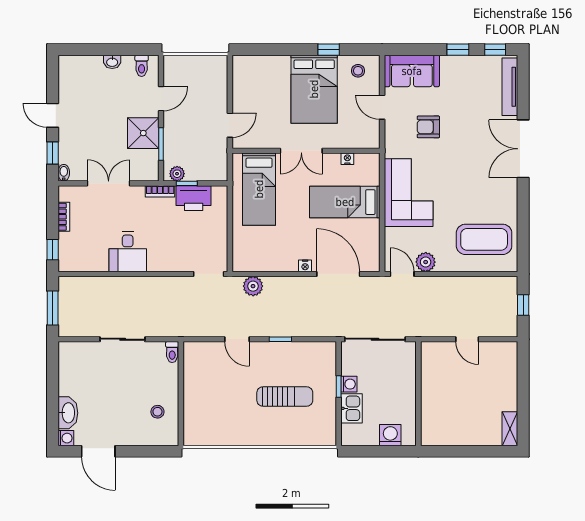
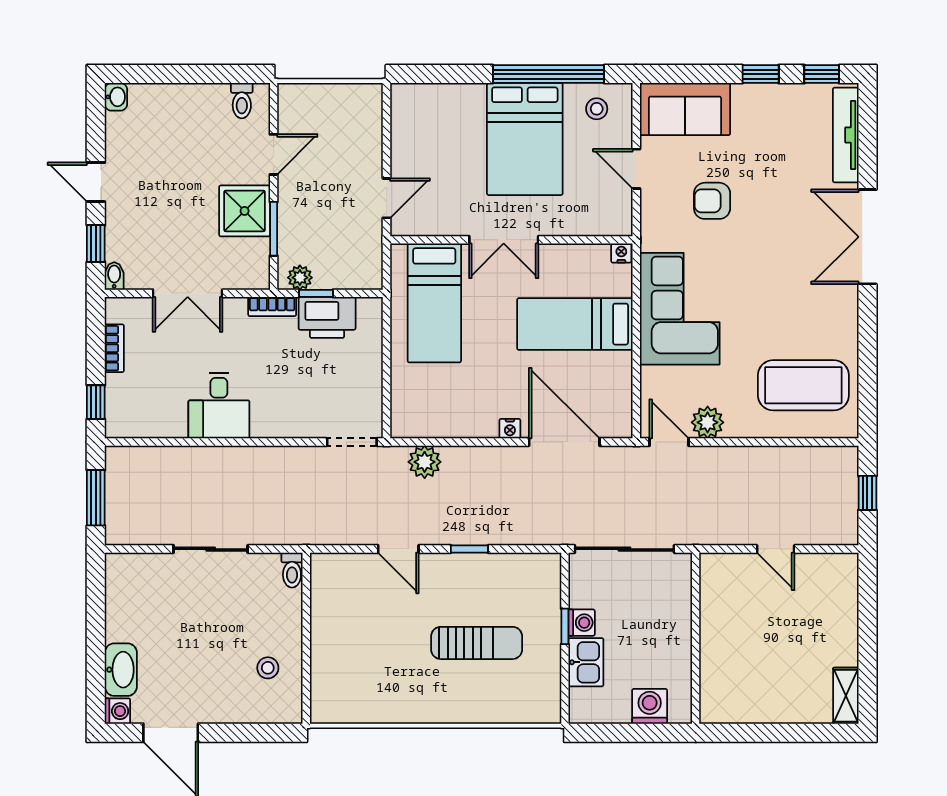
window: (329, 50) -> (548, 74), width x3.17
washbasin: (112, 62) -> (116, 97), moved, turned -90
nightstand: (347, 159) -> (621, 253), moved
double door: (109, 183) -> (188, 293), swing flipped

